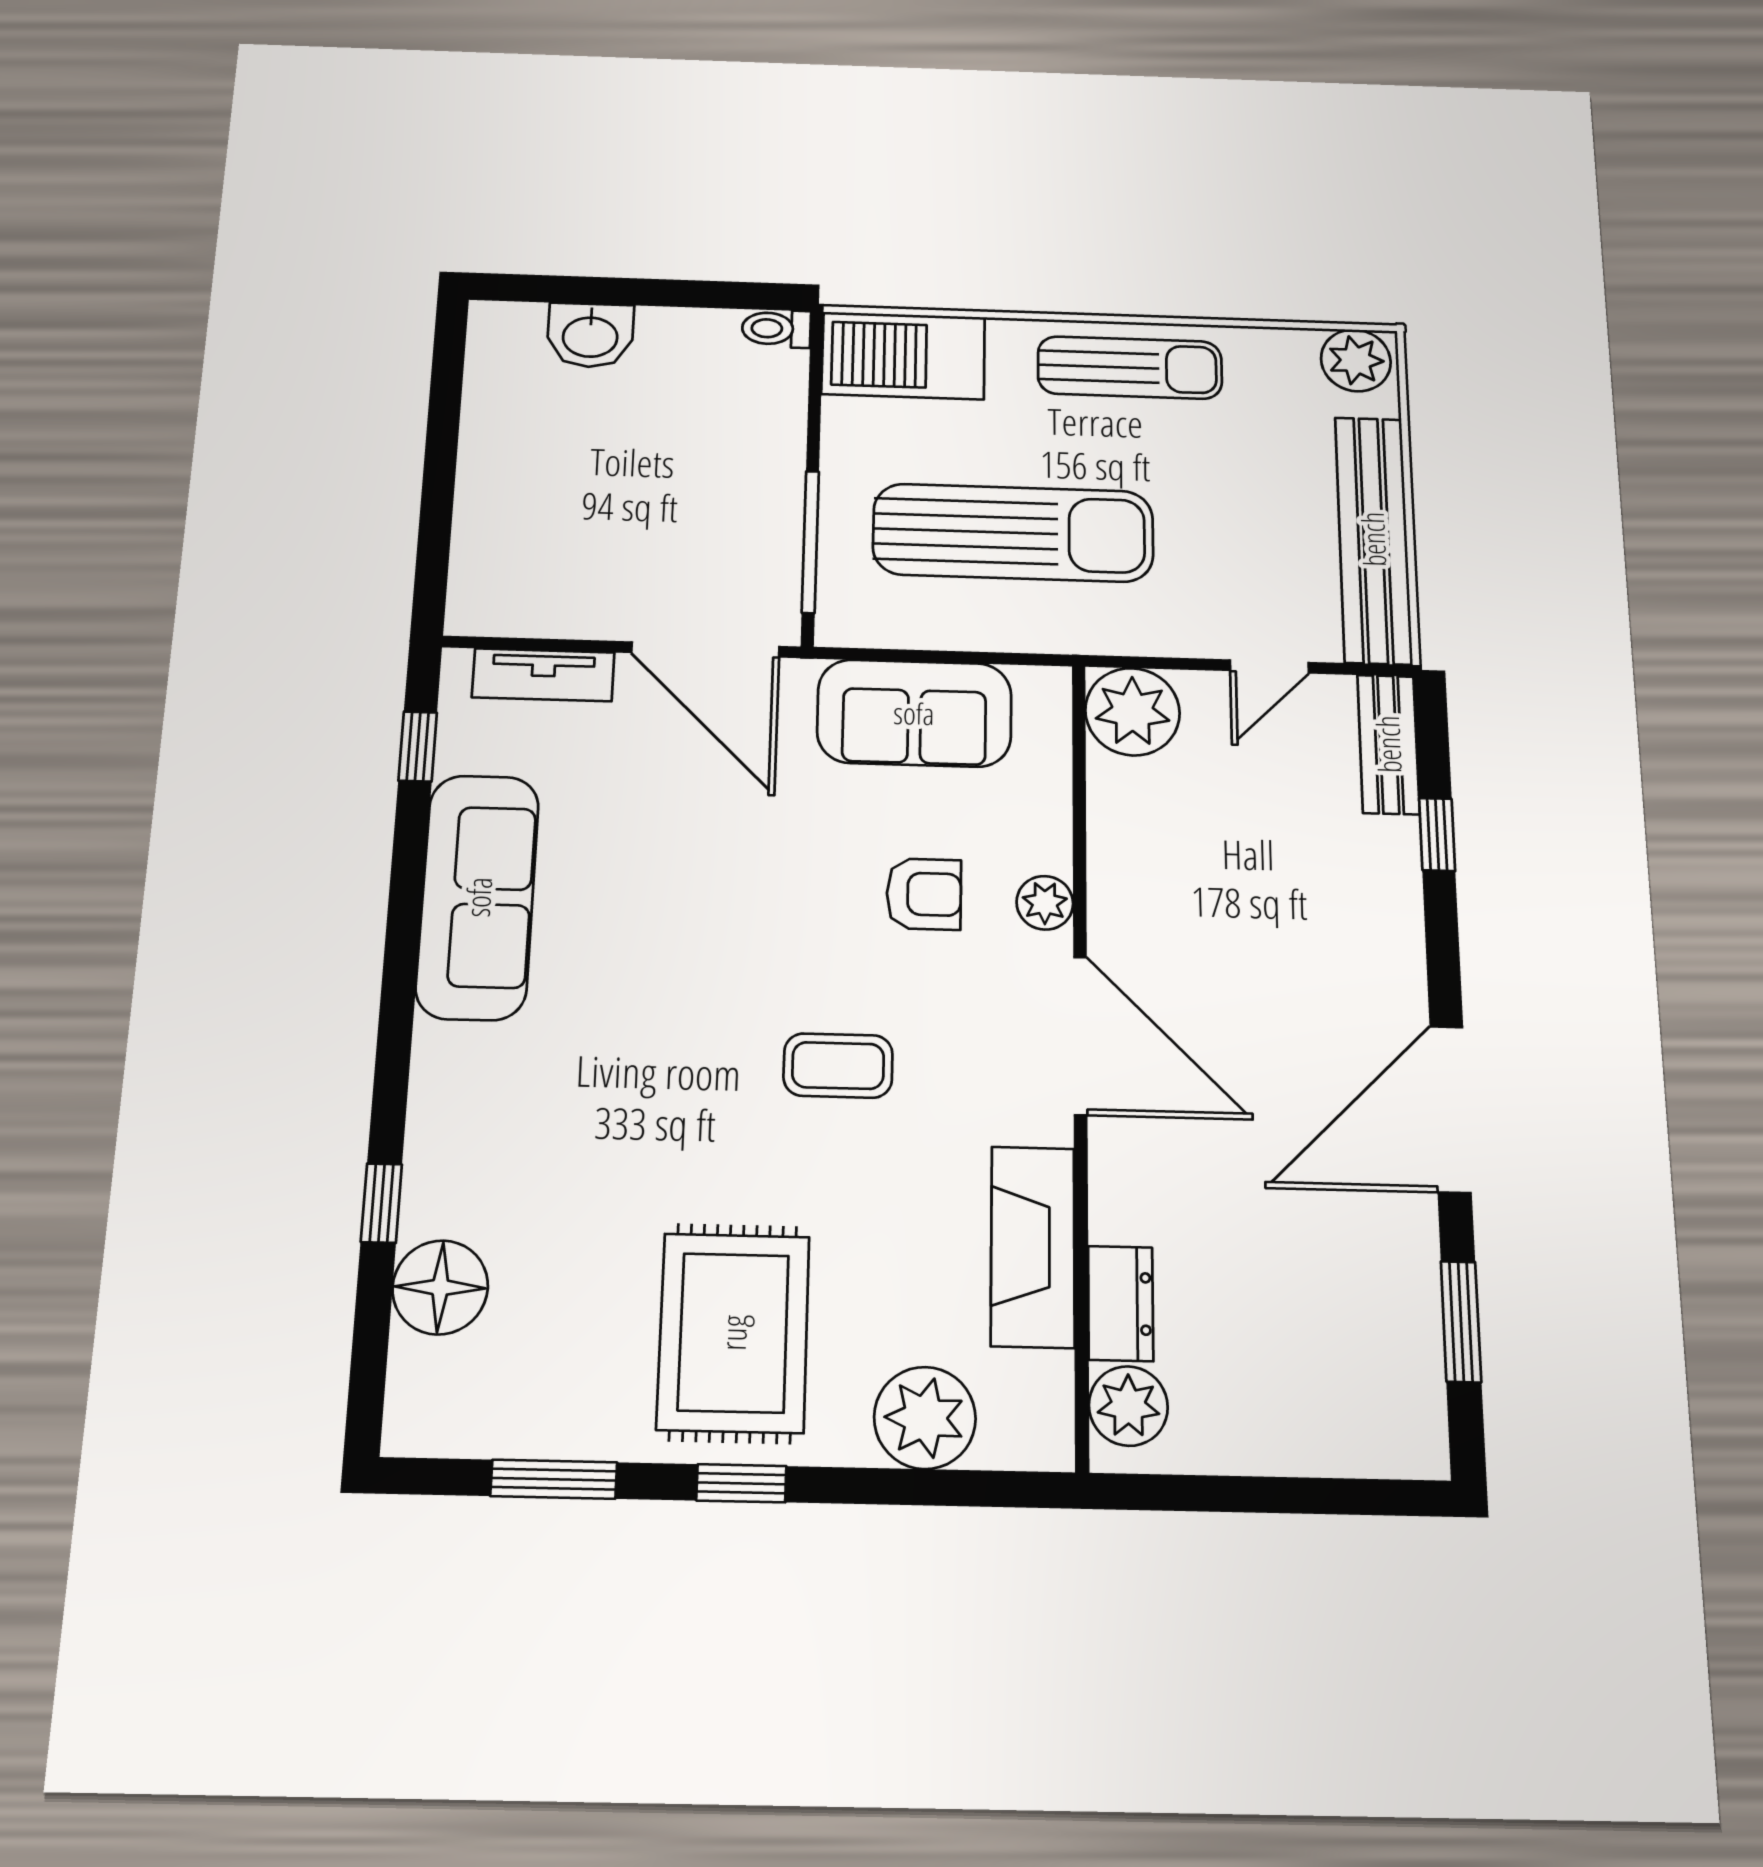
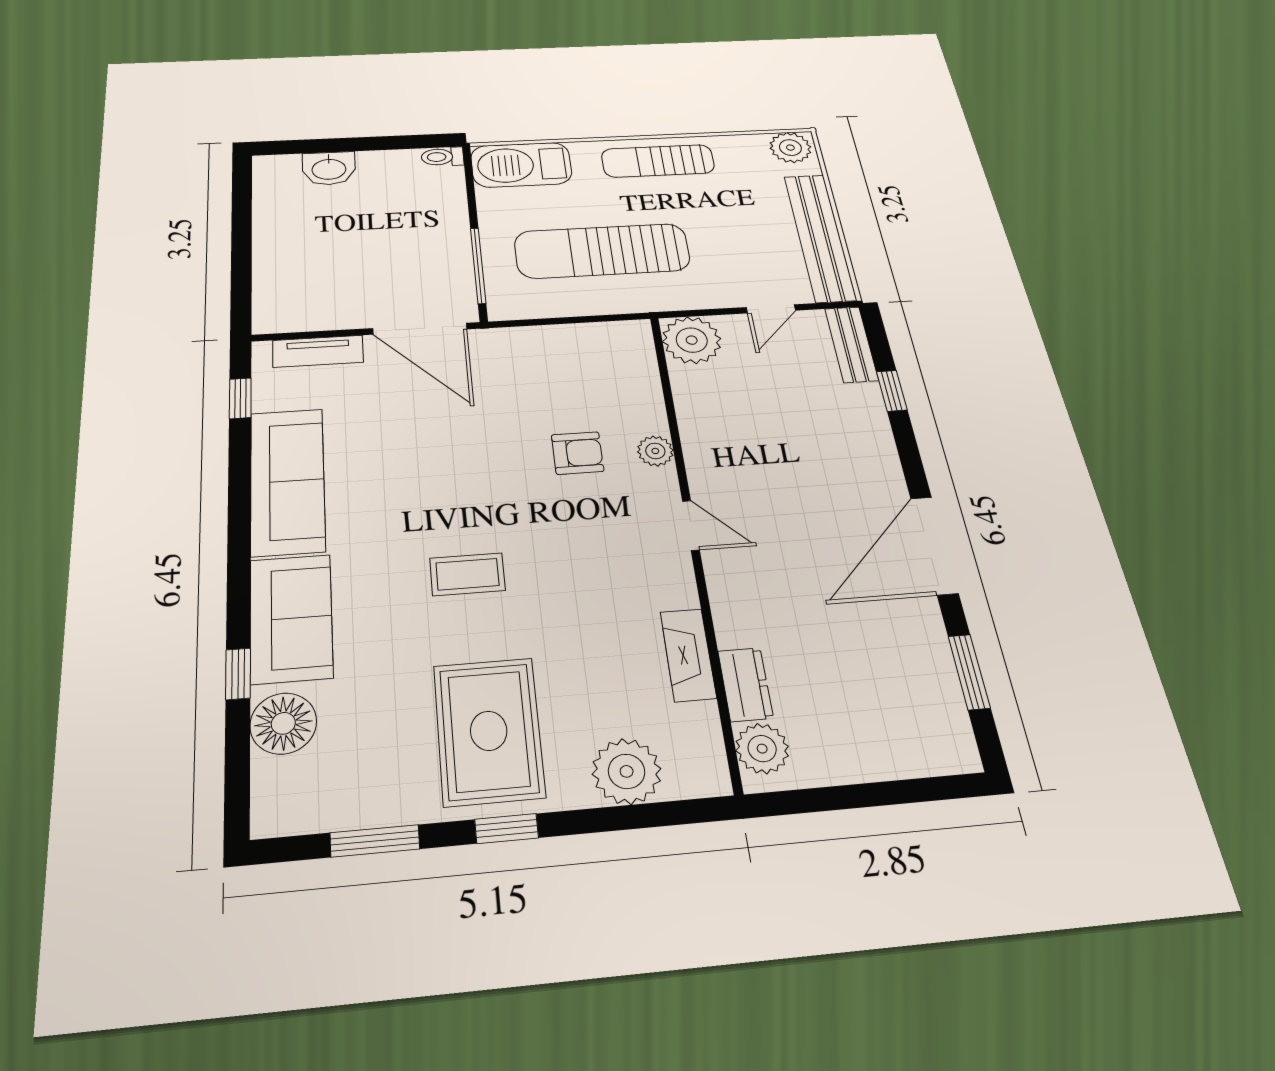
sun lounger: (1130, 368) -> (658, 161), turned 180
sun lounger: (1013, 533) -> (602, 251), turned 180
sofa: (914, 713) -> (291, 618), moved, turned -90
door: (1080, 1036) -> (691, 525), width x0.53
coffee table: (838, 1066) -> (467, 574), moved
fireplace: (1033, 1247) -> (688, 655), width x0.73, depth x0.76

